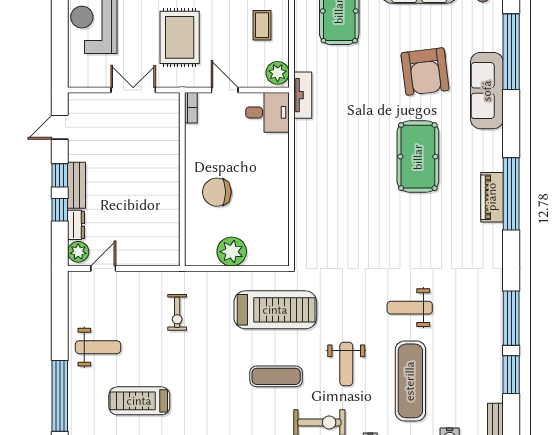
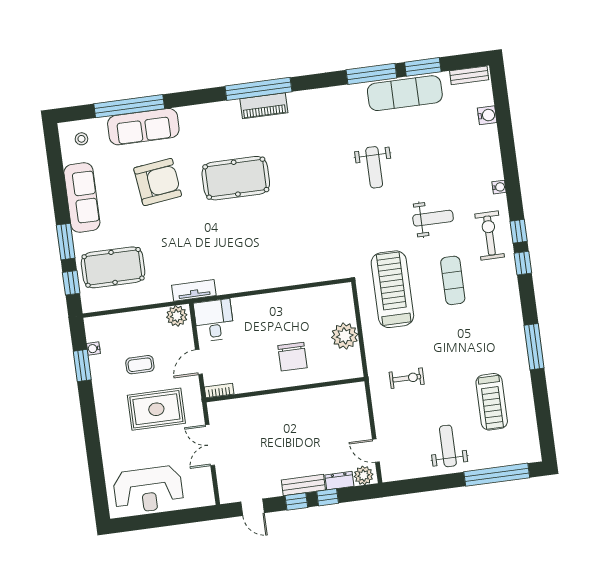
coffee table: (262, 25) -> (140, 365), moved
sofa: (487, 91) -> (143, 127), moved
exercise mat: (410, 381) -> (405, 93), moved

